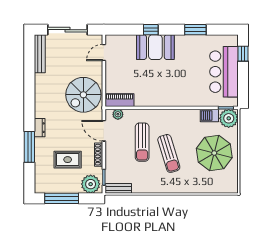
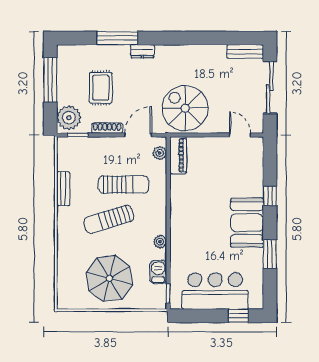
booth: (155, 47) -> (247, 223), moved
bench: (40, 54) -> (245, 52), width x0.73
plant: (229, 118) -> (160, 242), moved, width x0.53, depth x0.53
sun lounger: (142, 142) -> (124, 185), turned 180
bench: (118, 188) -> (63, 189), moved

